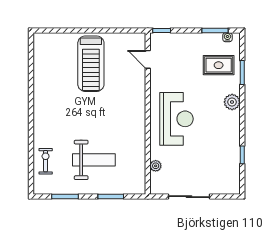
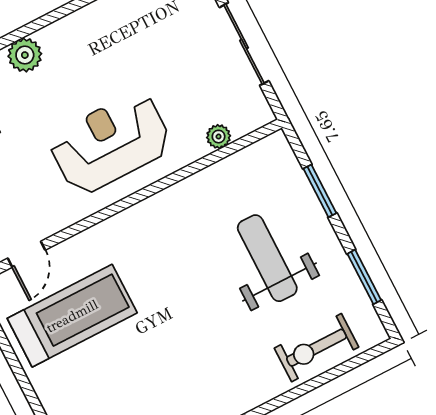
treadmill: (91, 64) -> (72, 316), moved
exercise bike: (46, 161) -> (316, 348), width x1.38, depth x1.39

